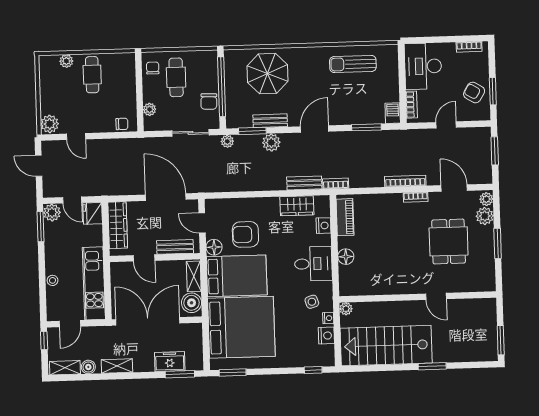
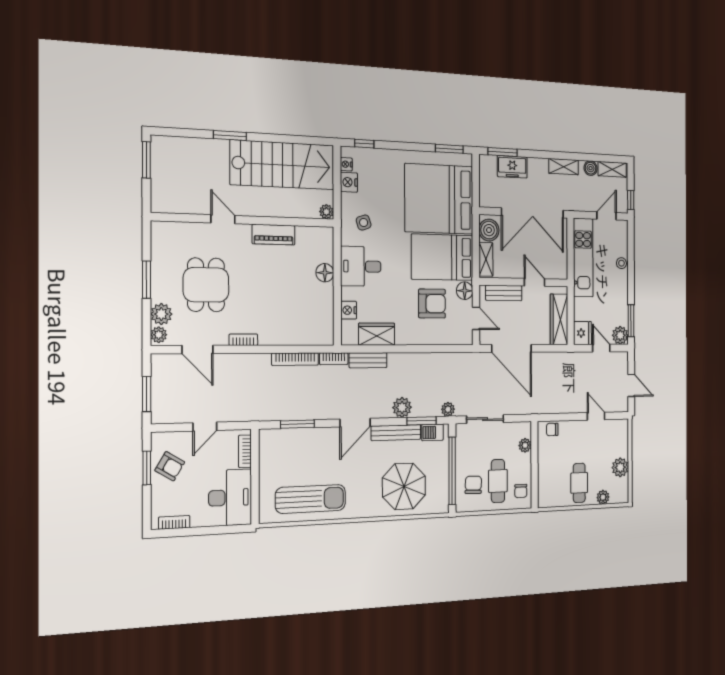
sun lounger: (353, 64) -> (311, 499), width x1.36, depth x1.34
chair: (209, 101) -> (473, 485), moved
barbecue: (393, 113) -> (432, 432), moved, turned 90
bench: (270, 121) -> (396, 433), width x1.36
plant: (50, 124) -> (620, 467), moved
bookcase: (405, 181) -> (295, 359), moved
piano: (345, 217) -> (274, 235), moved, turned -90
nightstand: (328, 318) -> (346, 164), moved

